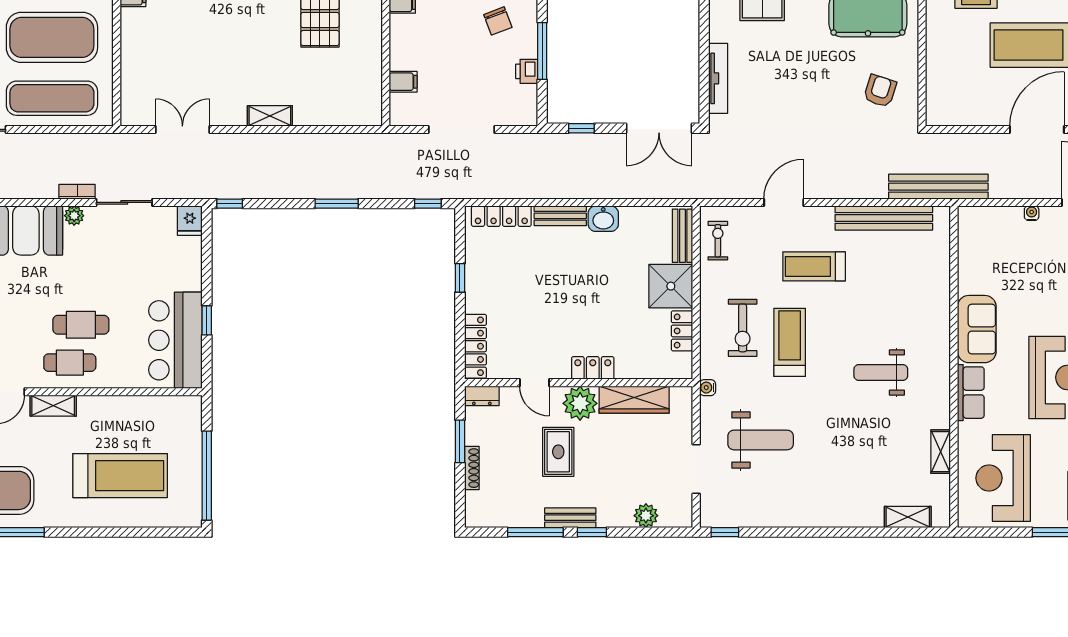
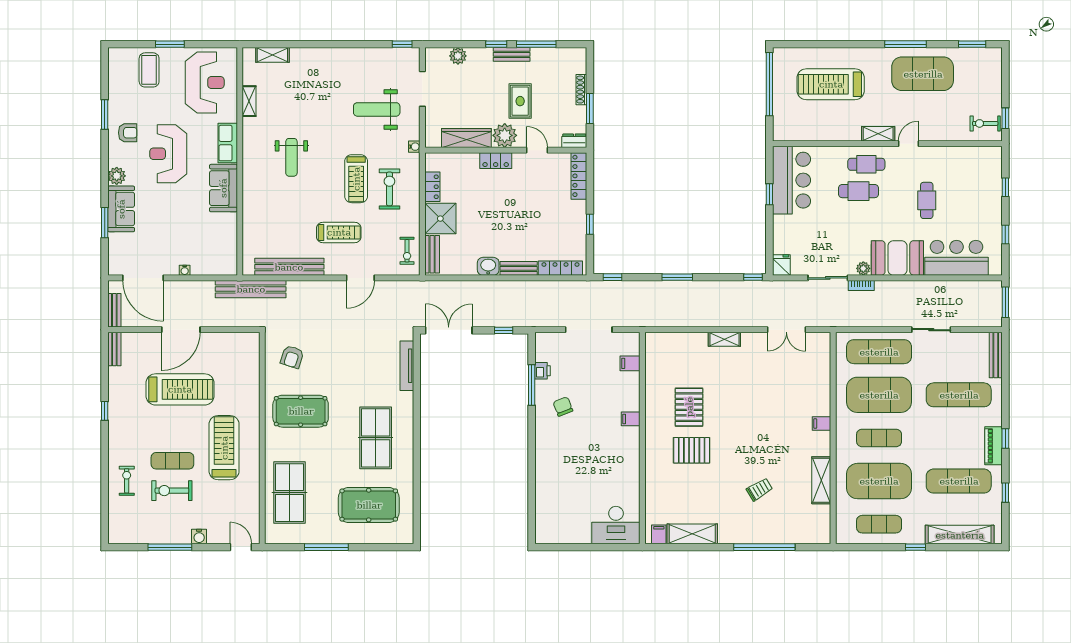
weight bench: (881, 372) -> (291, 157), turned 90

